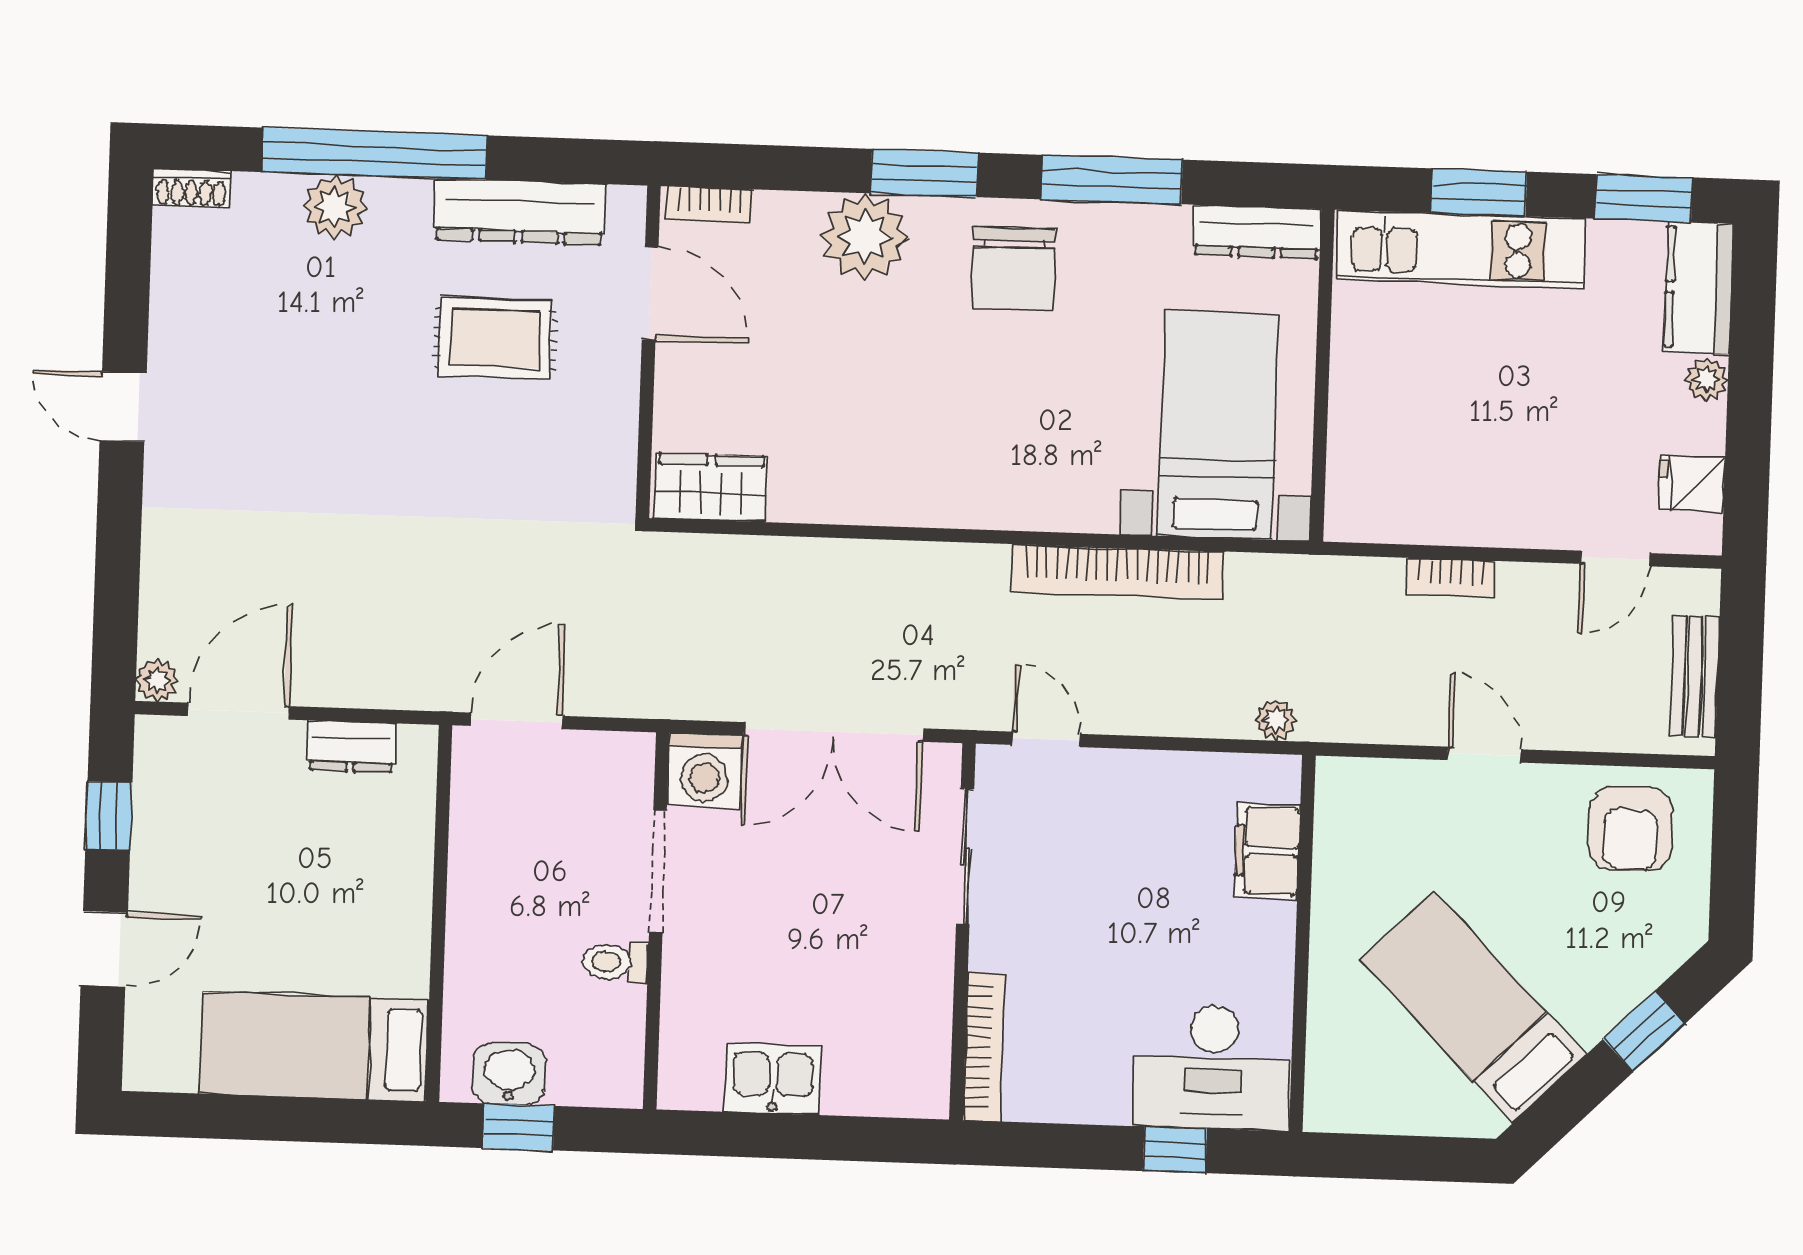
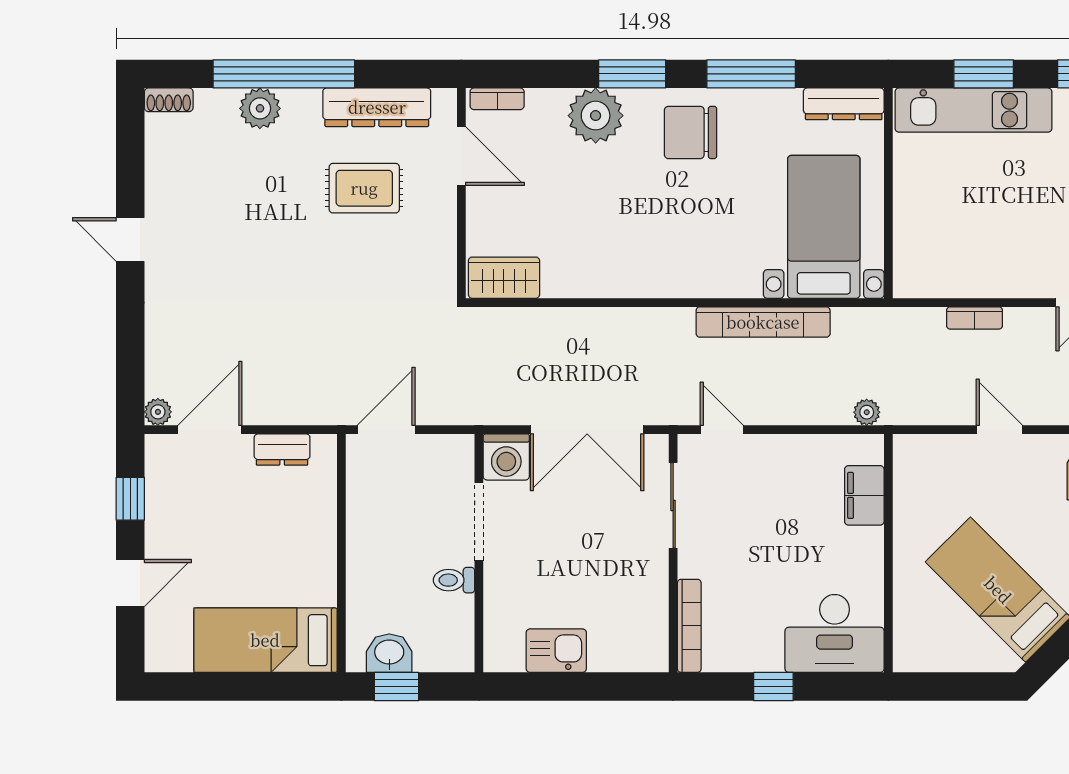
chair: (1013, 269) -> (691, 132), turned 90
window: (1175, 1150) -> (773, 687), moved

